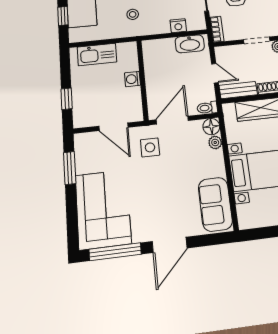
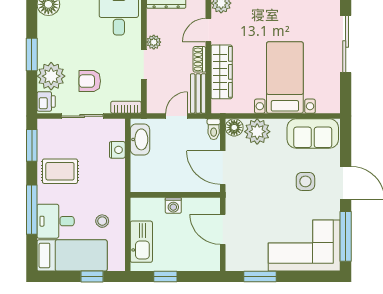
stool: (133, 14) -> (102, 221), moved
window: (67, 99) -> (165, 277), moved
door: (114, 127) -> (223, 229), swing flipped
plant: (215, 142) -> (257, 132), width x1.87, depth x1.87
side table: (150, 147) -> (305, 181), moved

